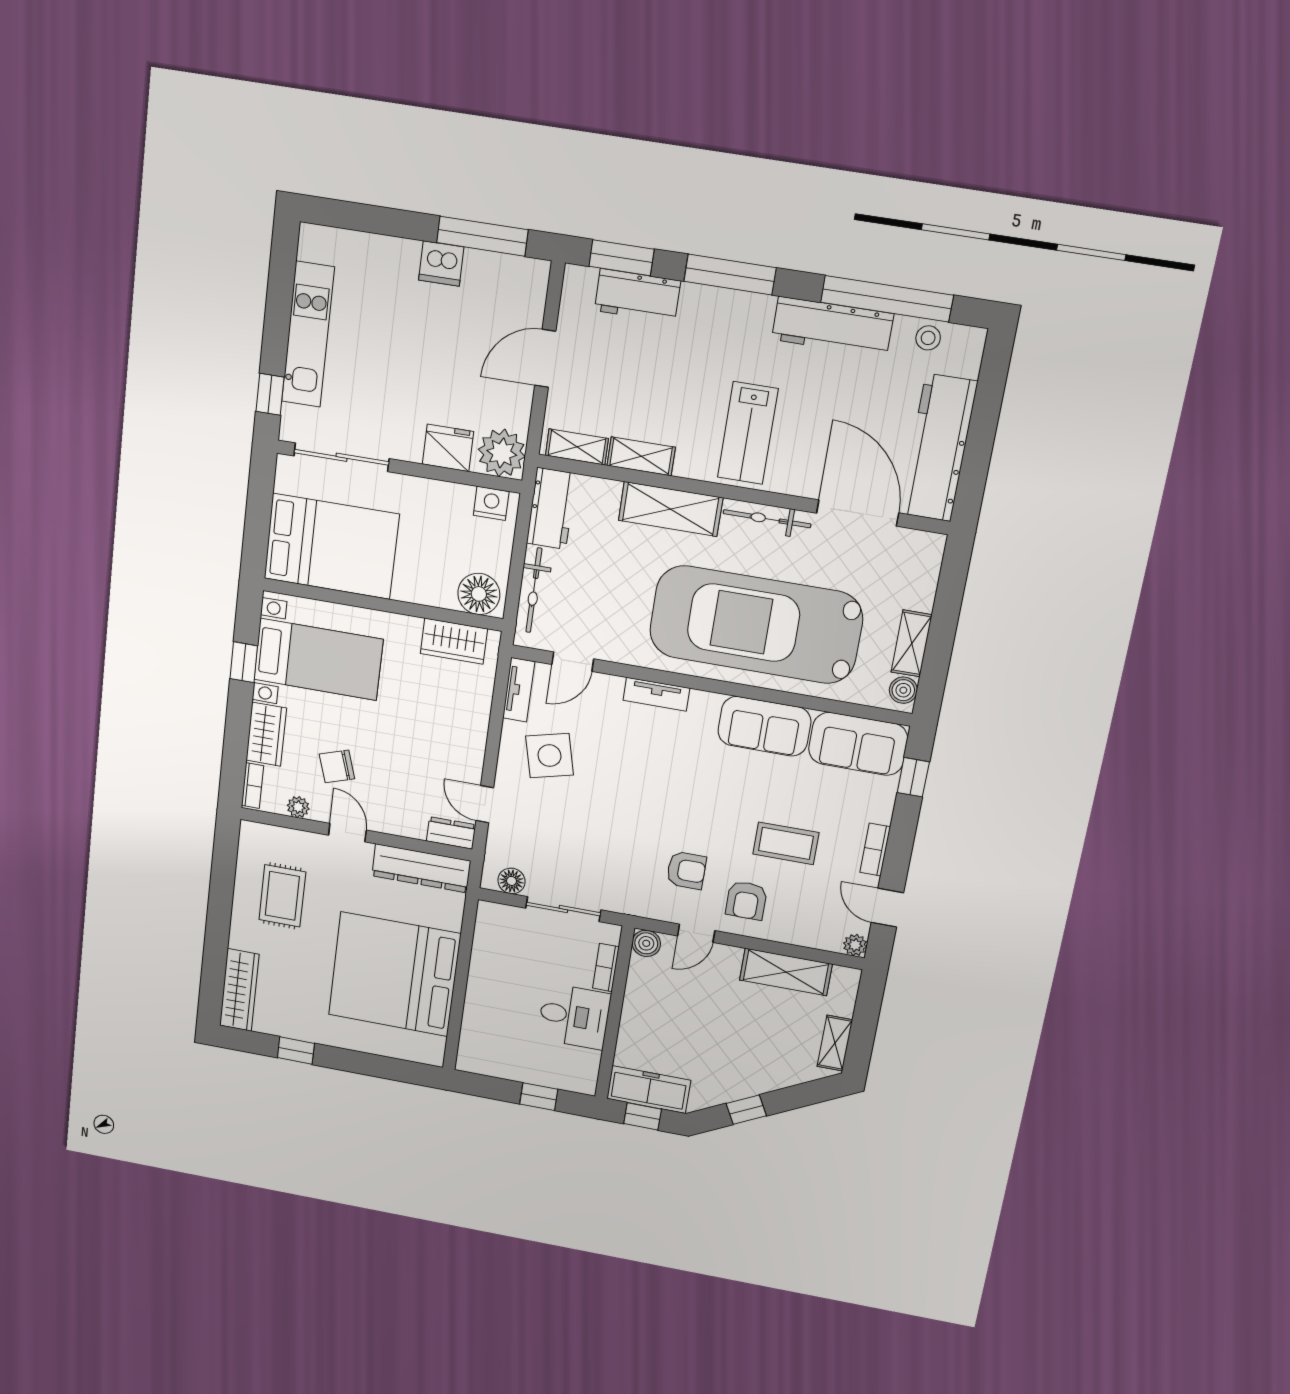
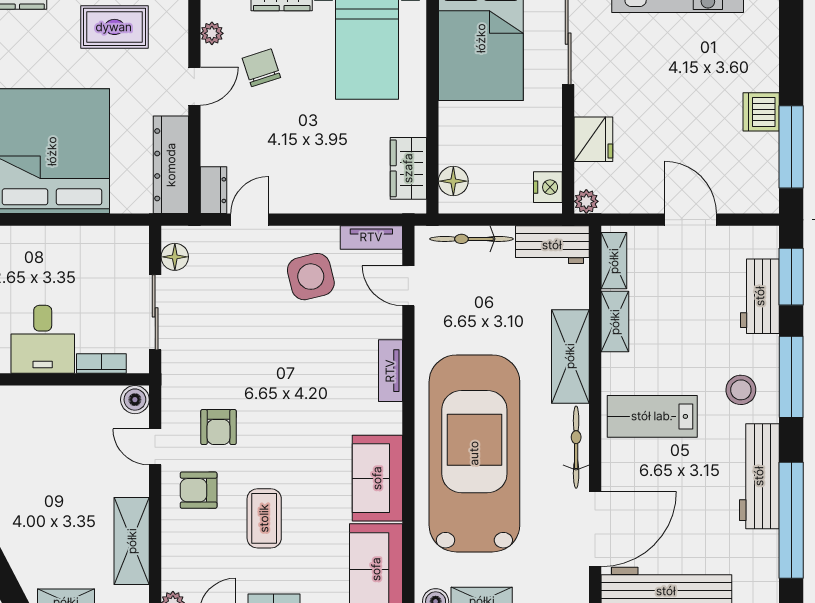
stool: (928, 338) -> (741, 390), moved, width x1.37, depth x1.37
plant: (502, 453) -> (586, 201), width x0.53, depth x0.53
floor lamp: (479, 594) -> (453, 181), width x0.73, depth x0.73

